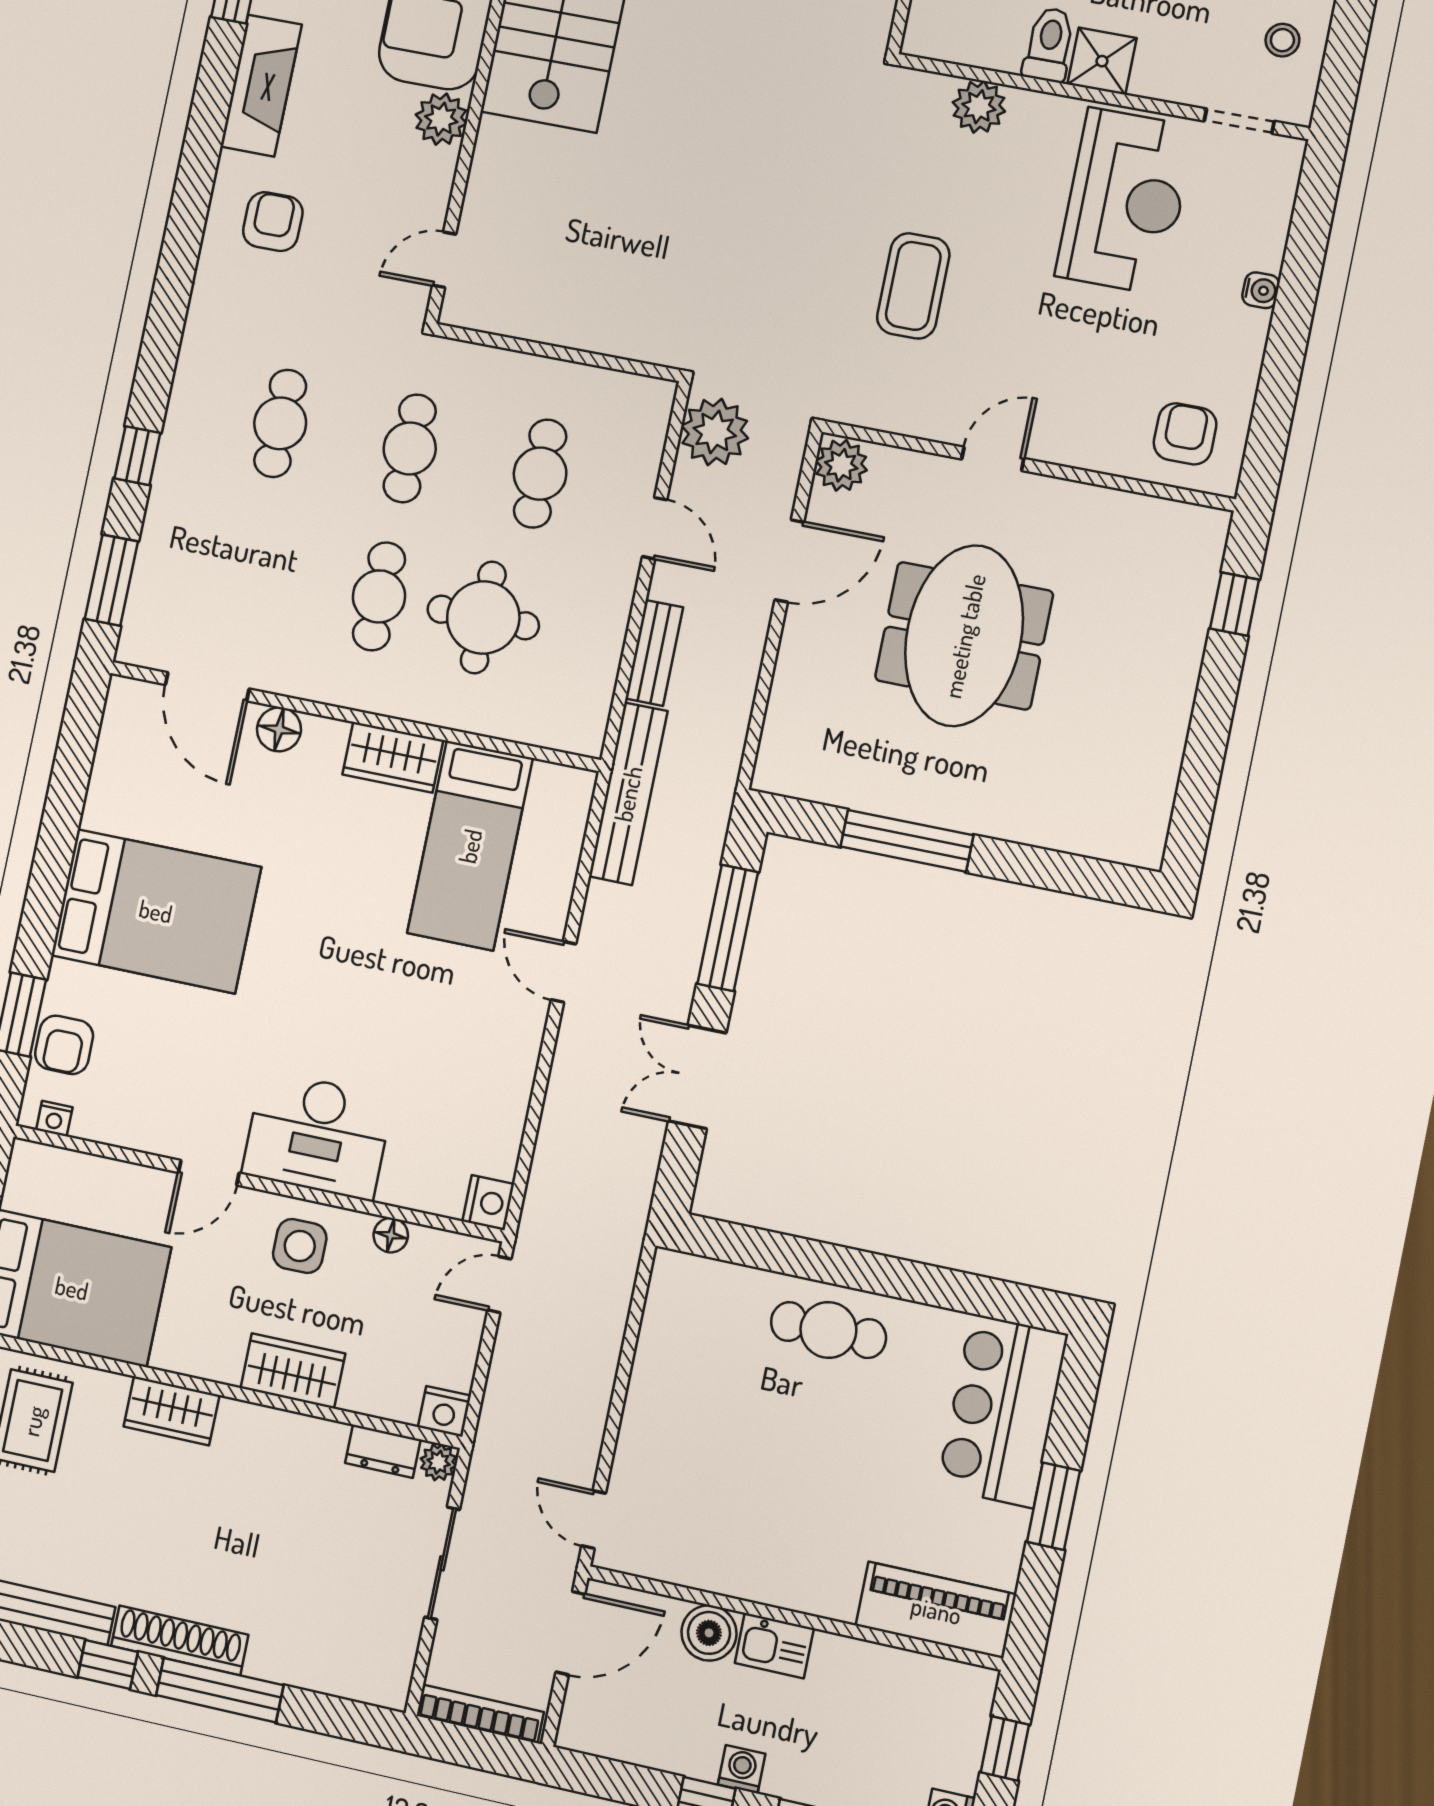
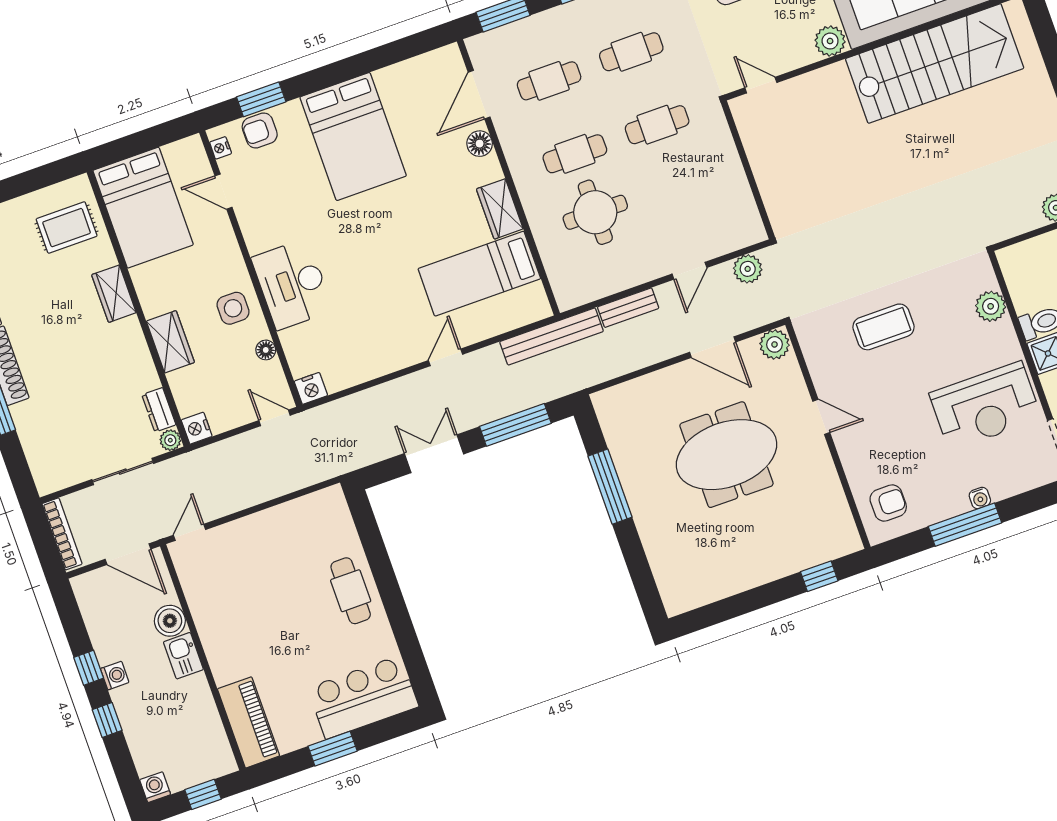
window: (1288, 336) -> (965, 525), added
plant: (715, 432) -> (748, 269), width x0.73, depth x0.73
cafe table: (540, 474) -> (549, 81), moved
door: (209, 1173) -> (223, 192), moved

